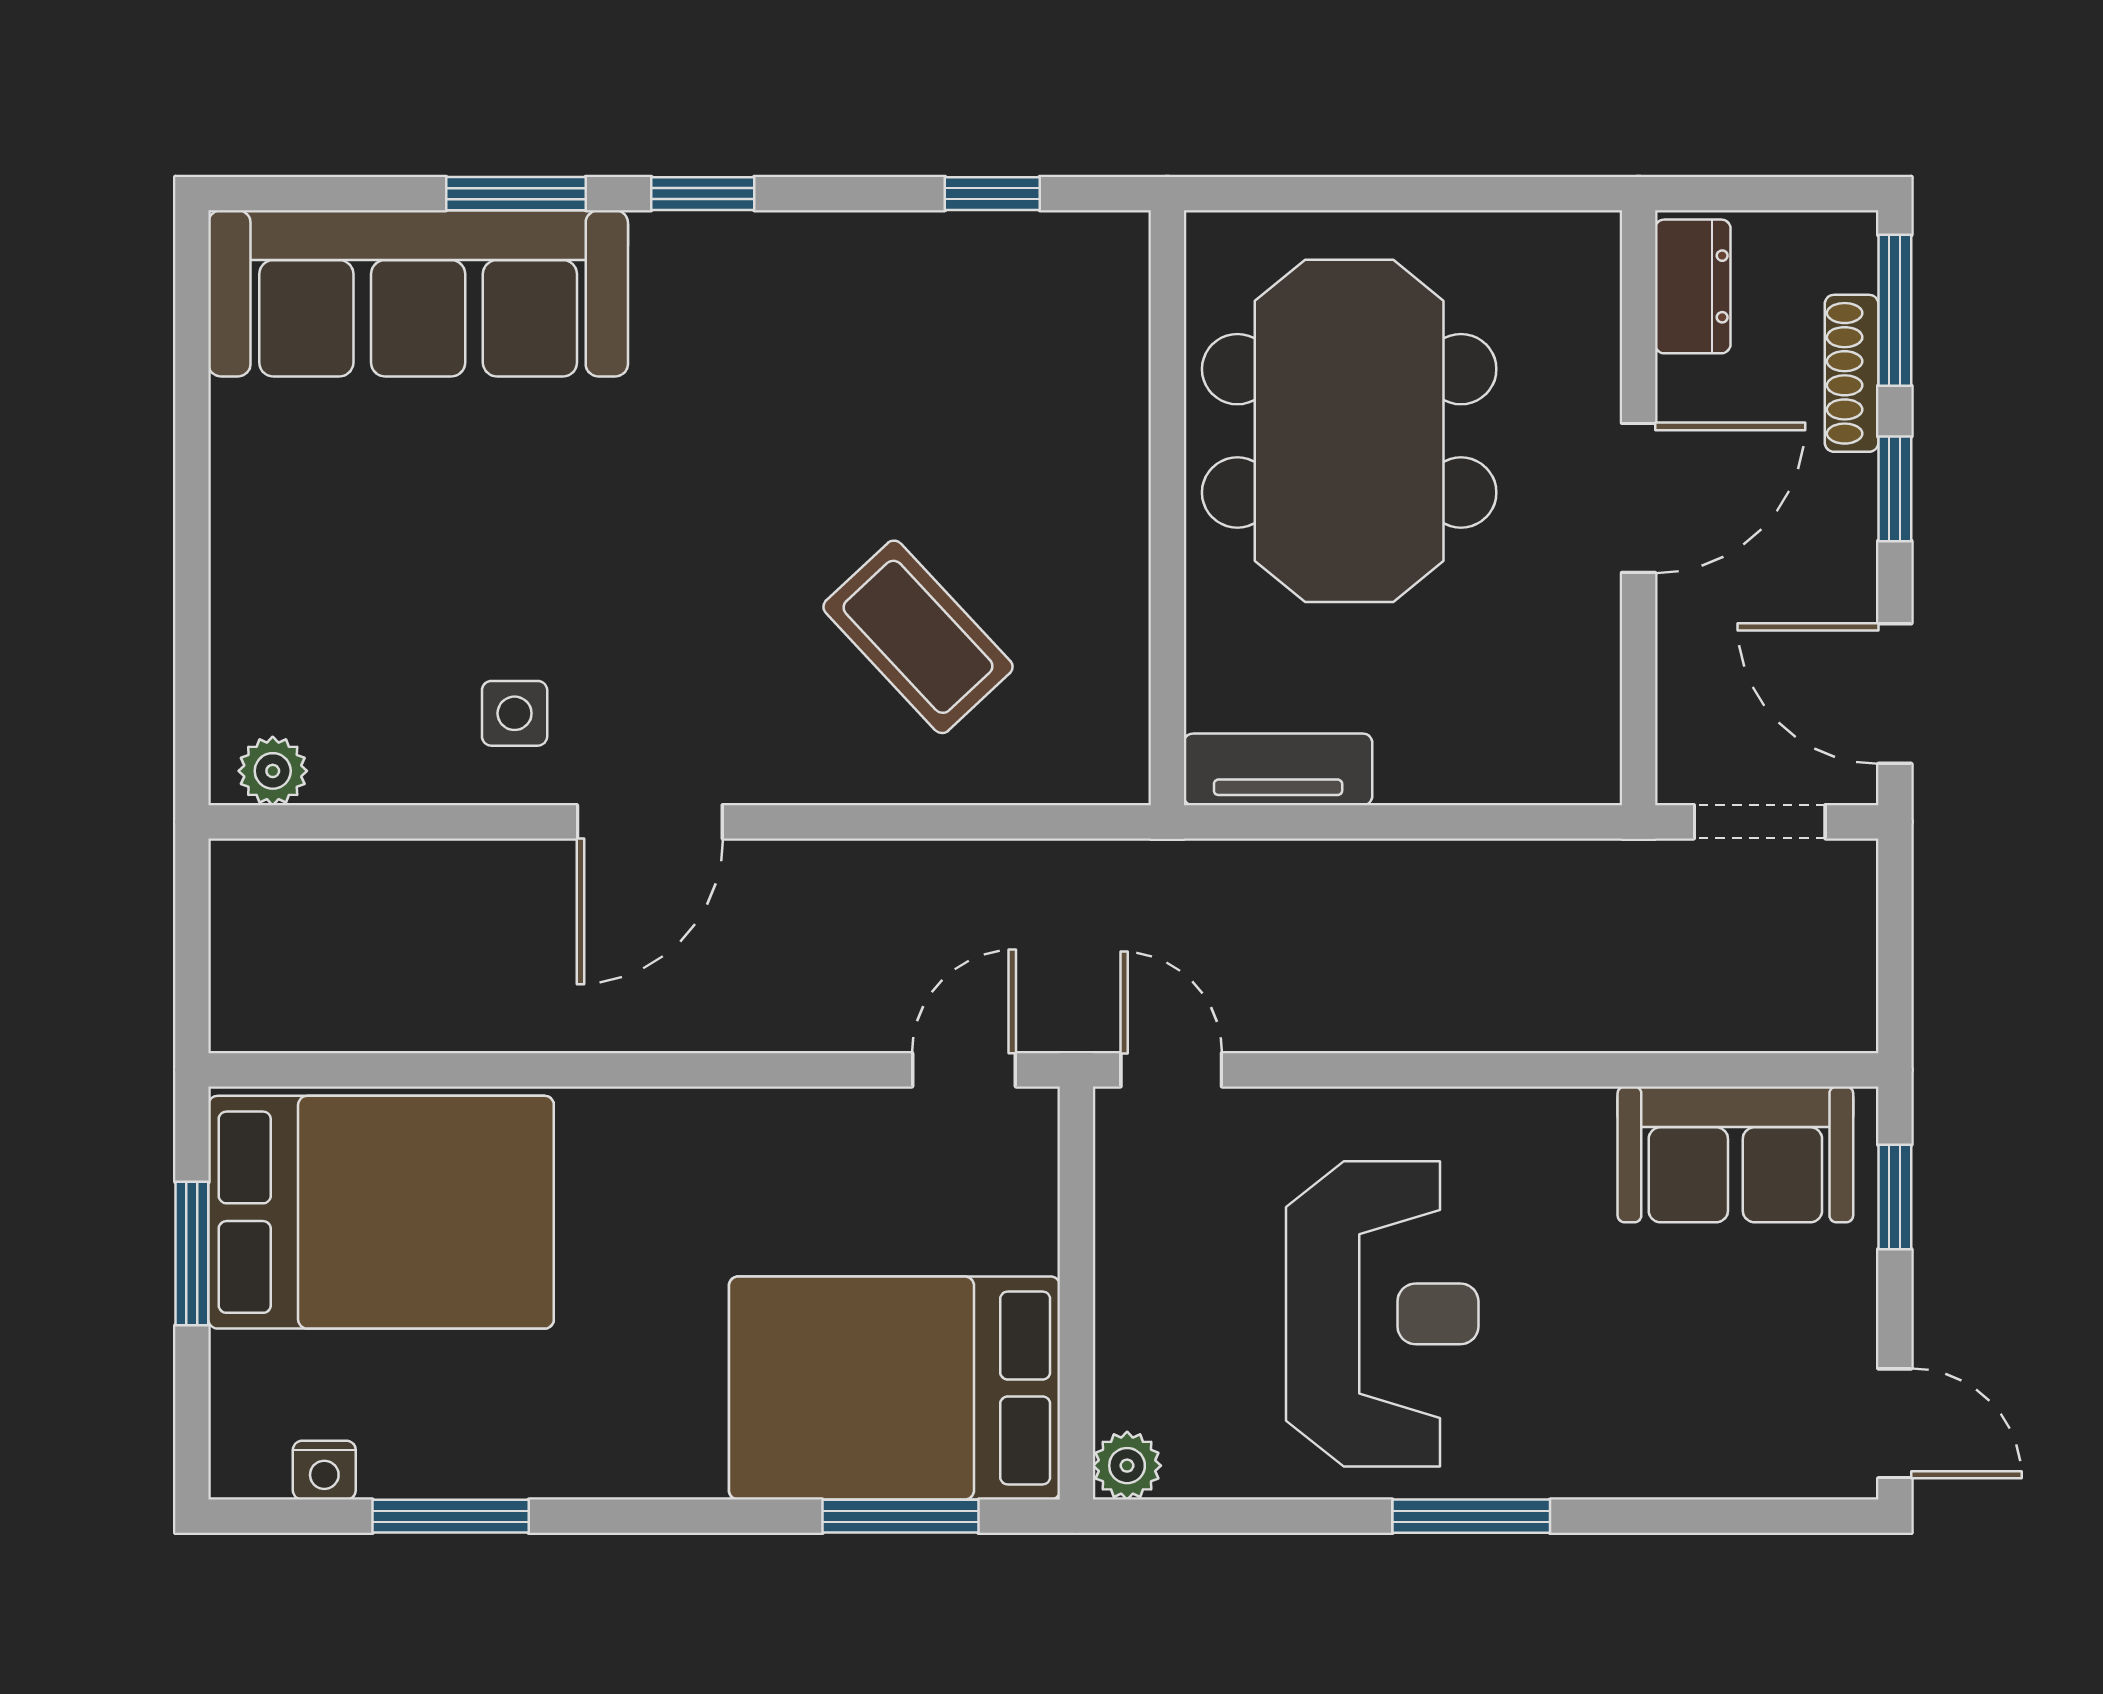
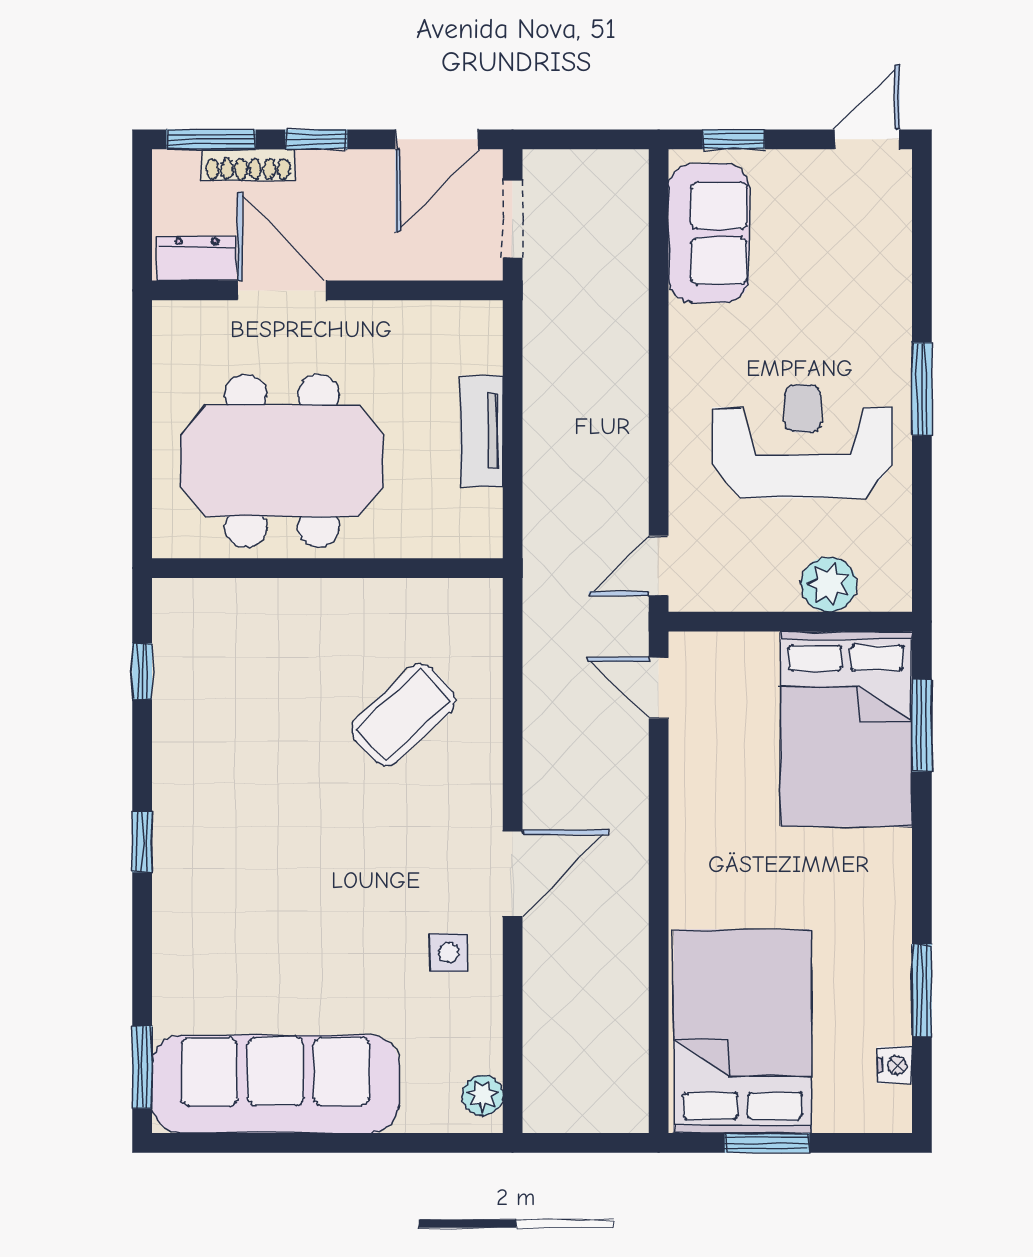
window: (516, 194) -> (142, 1067), moved
sofa: (418, 293) -> (276, 1084), moved, turned -90
door: (1639, 498) -> (282, 290), moved
tv unit: (1278, 769) -> (482, 431), moved
door: (650, 822) -> (513, 873), hinge flipped
plant: (1127, 1466) -> (829, 584), moved, width x1.38, depth x1.38

